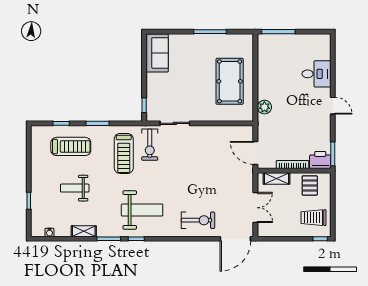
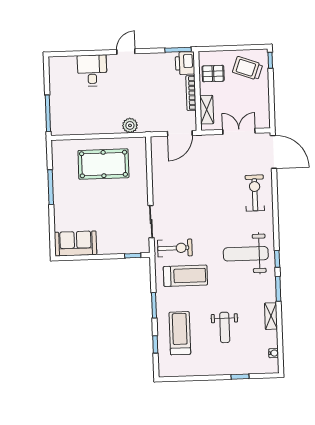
weight bench: (142, 210) -> (246, 254), turned -90
trolley: (313, 218) -> (248, 68), turned 110

